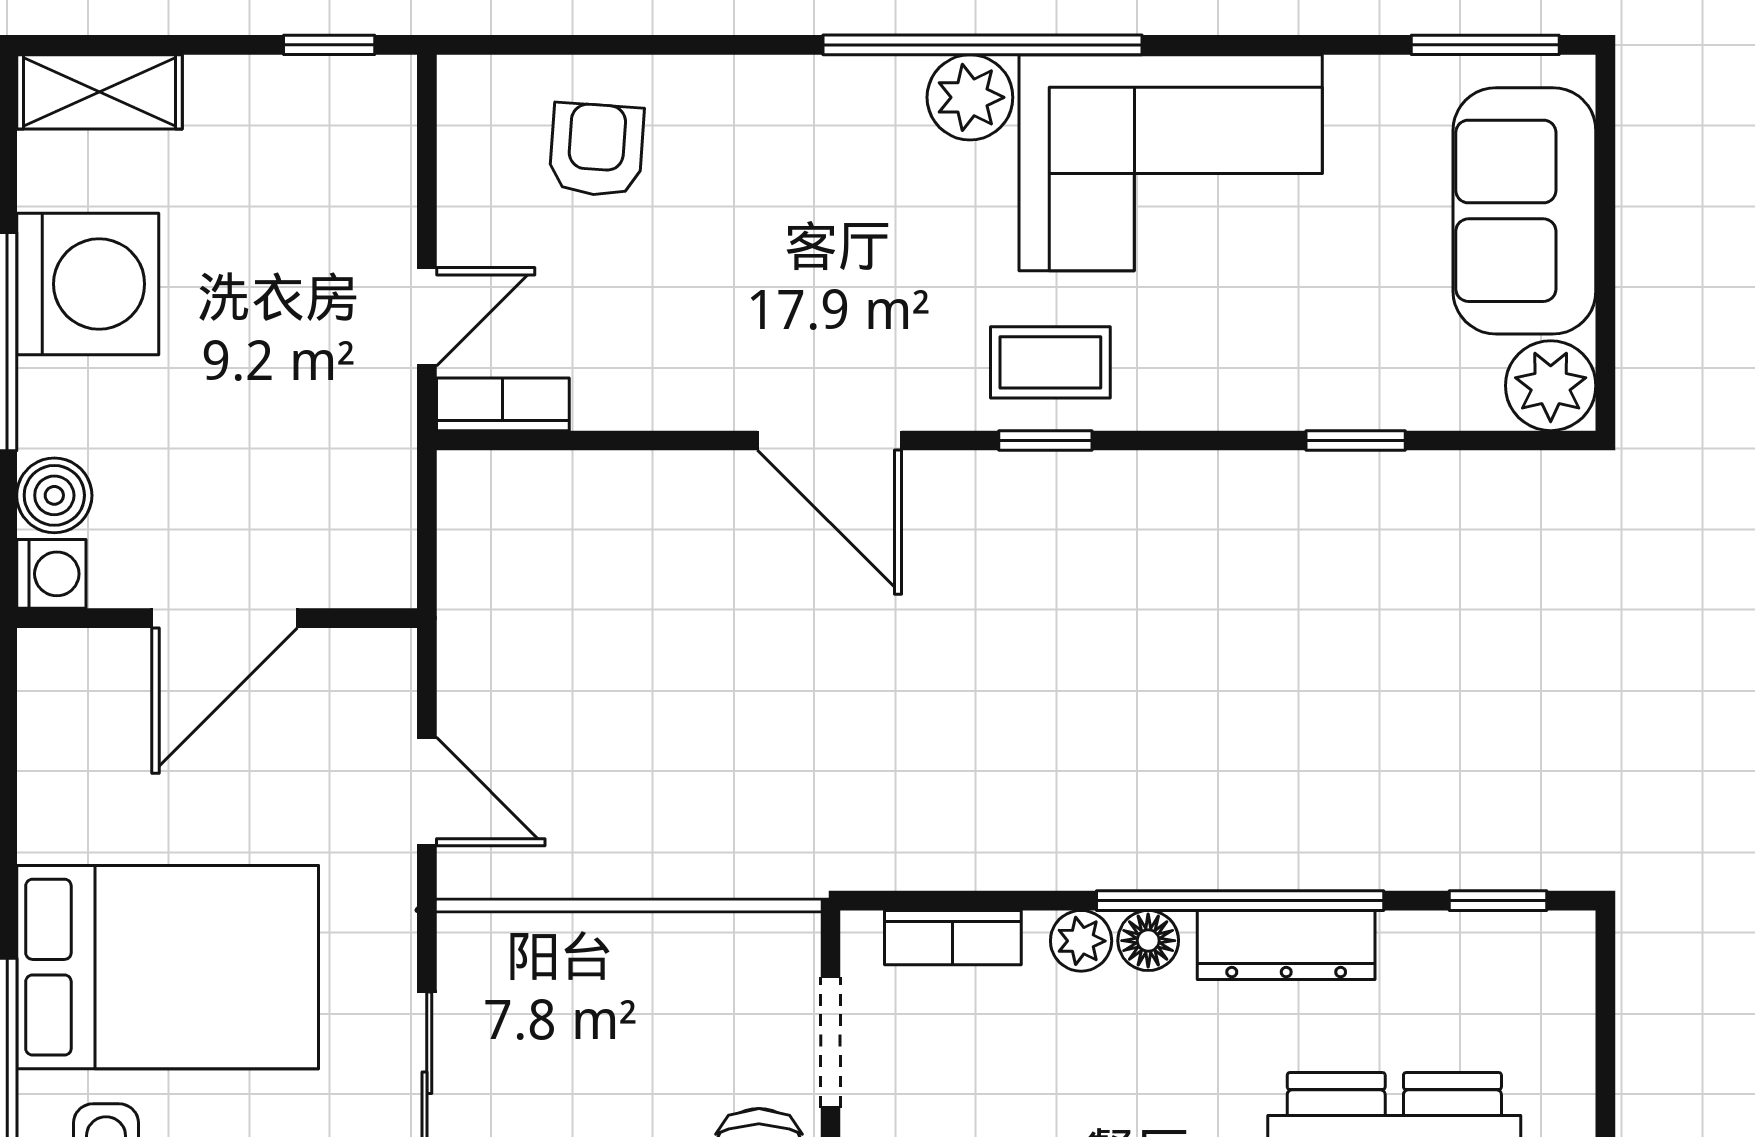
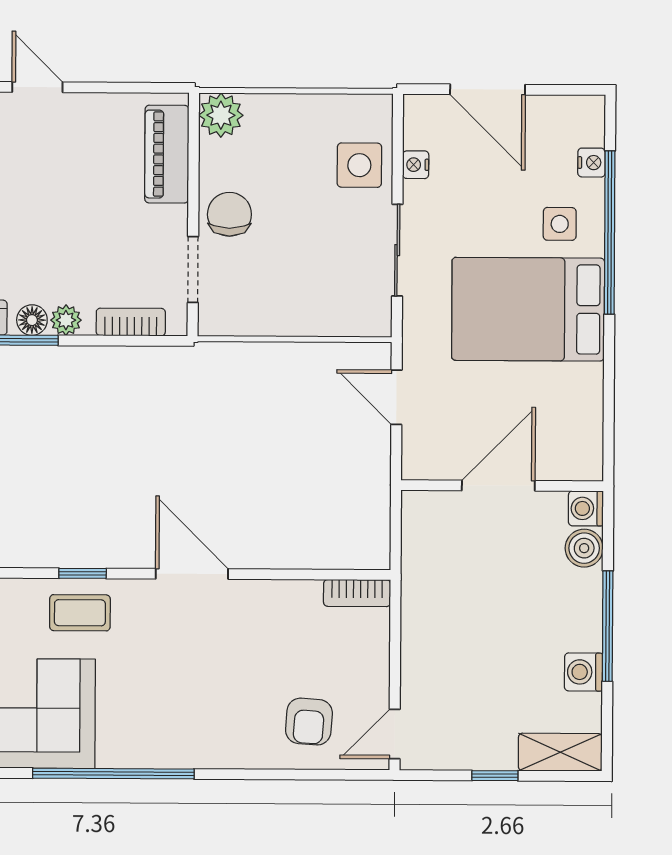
window: (329, 45) -> (495, 776), moved
plant: (970, 97) -> (120, 747), removed
washing machine: (88, 284) -> (583, 672), width x0.53, depth x0.53
door: (427, 317) -> (395, 734), moved

